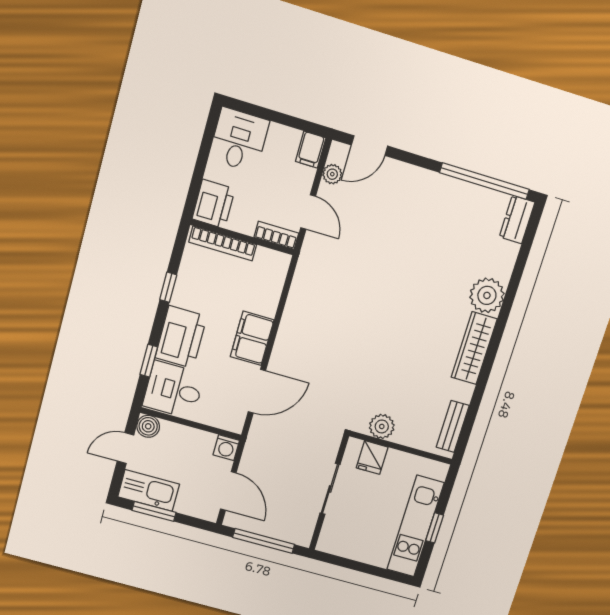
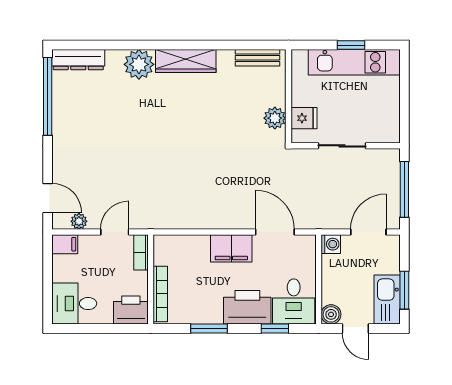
dresser: (517, 220) -> (78, 60), width x1.44
window: (168, 287) -> (209, 329), width x1.50

